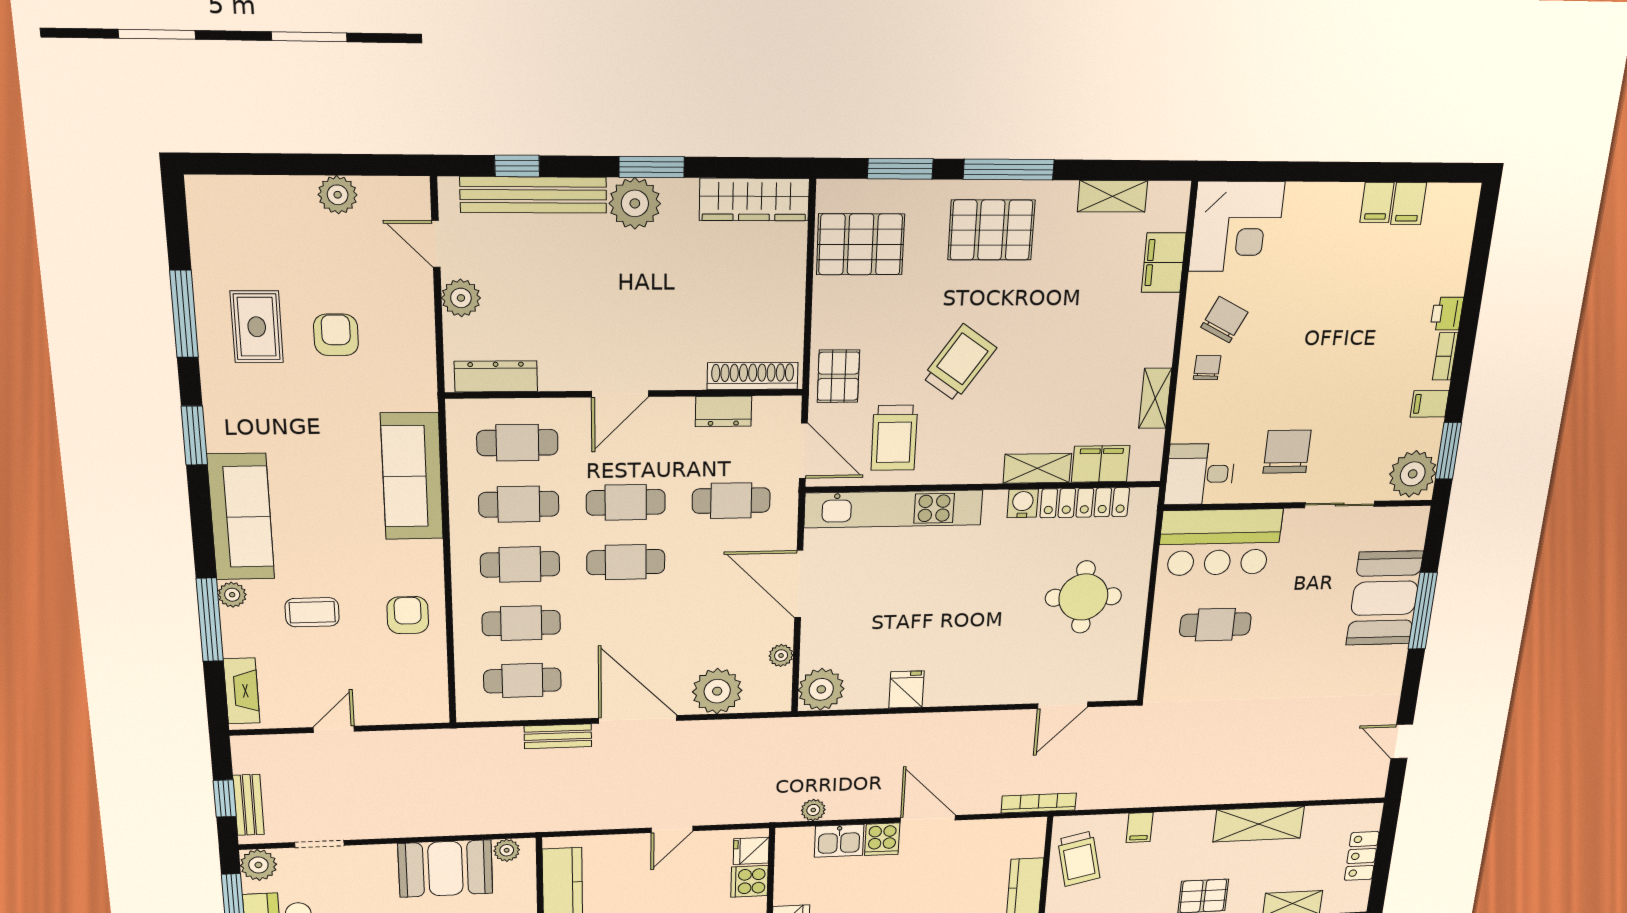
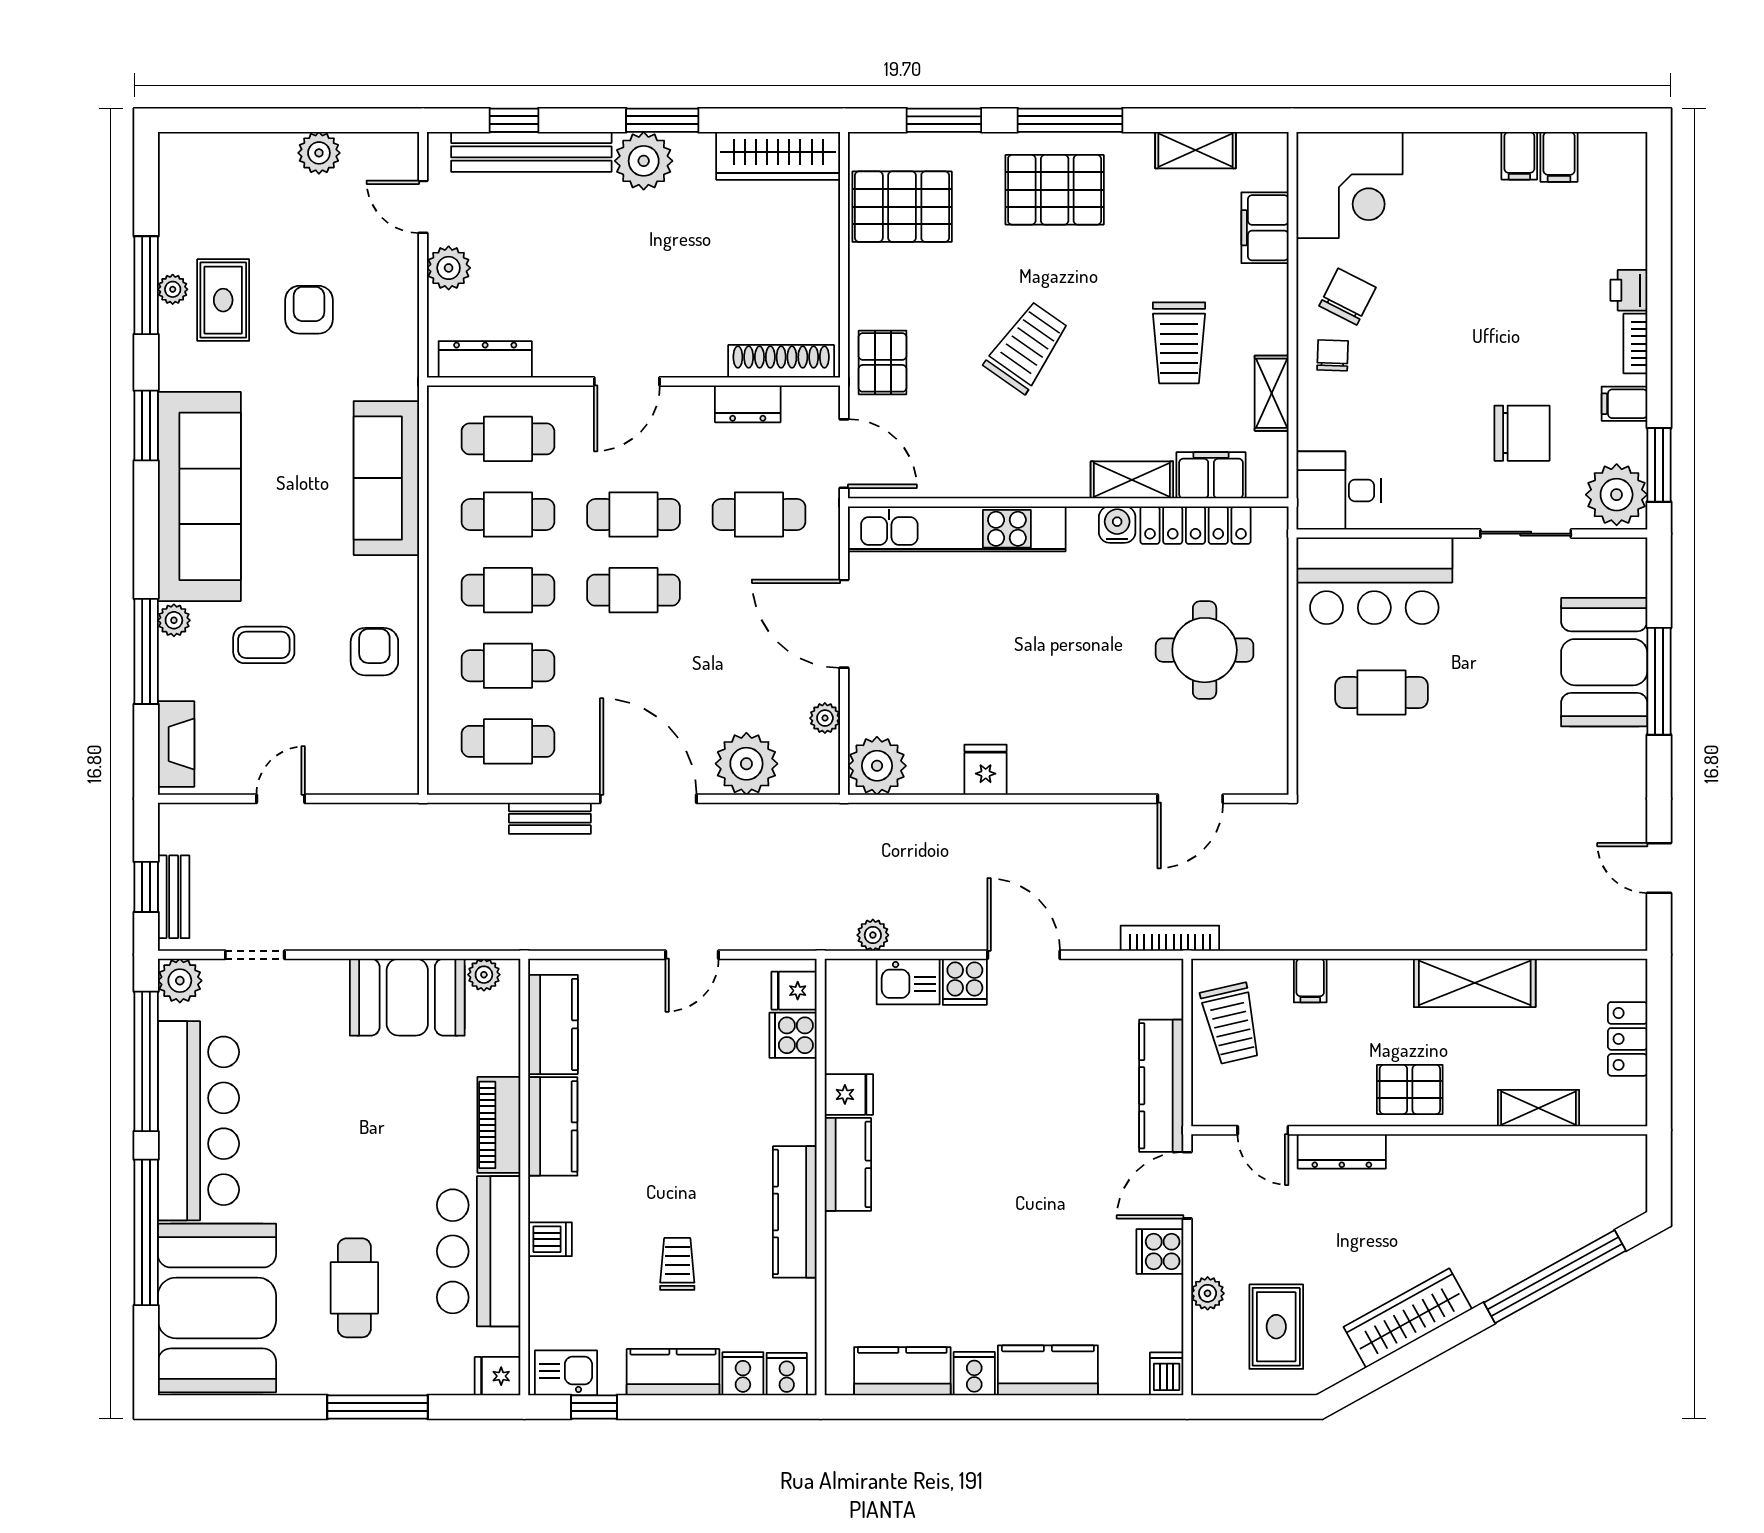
plant: (209, 318) -> (173, 289), added
trolley: (894, 438) -> (1179, 343), moved
chair: (1287, 452) -> (1522, 433), moved, turned 90
sofa: (241, 517) -> (199, 496), width x1.36, depth x1.27

